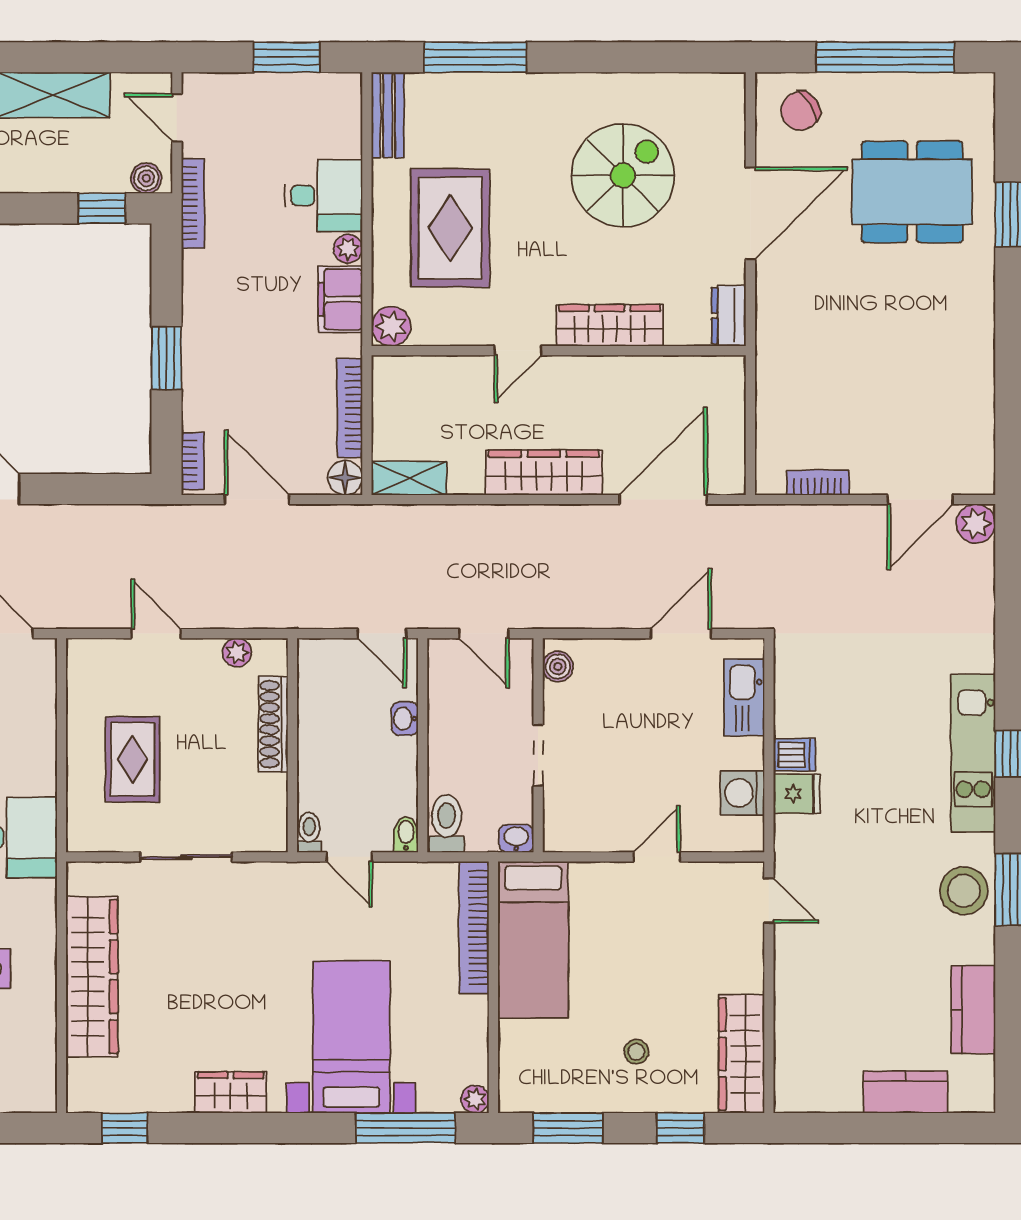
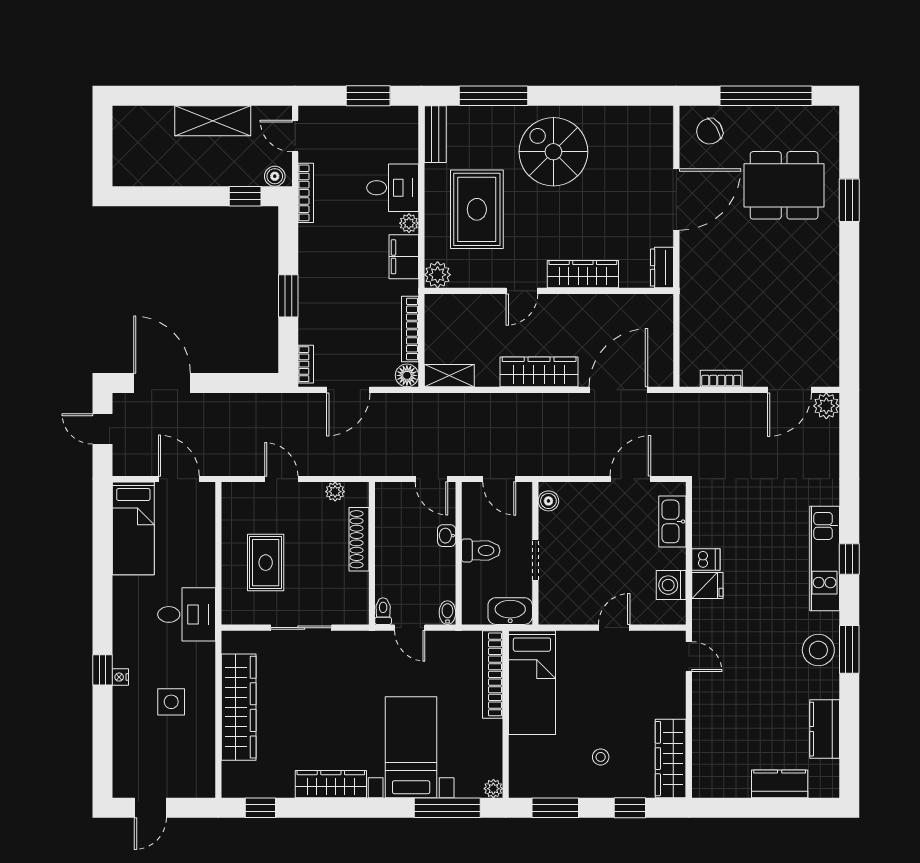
spiral stairs: (623, 175) -> (553, 152), moved, turned -90
door: (257, 500) -> (348, 390), swing flipped
toilet: (447, 824) -> (481, 550), moved, turned 90
washbasin: (516, 838) -> (510, 611), width x1.91, depth x1.45
wardrobe: (231, 1092) -> (331, 784), width x1.50

